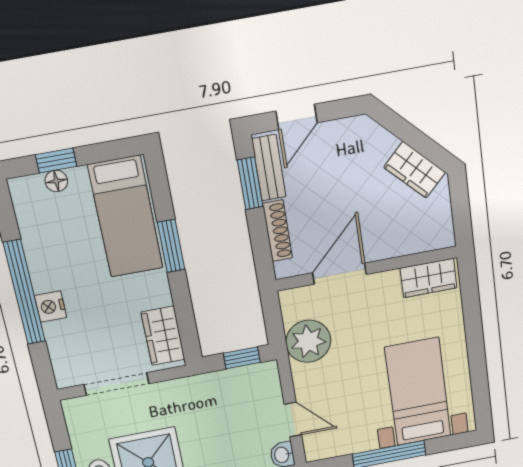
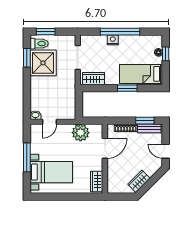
door: (297, 117) -> (166, 151), moved
door: (339, 274) -> (105, 148), hinge flipped
window: (242, 358) -> (79, 106), removed

